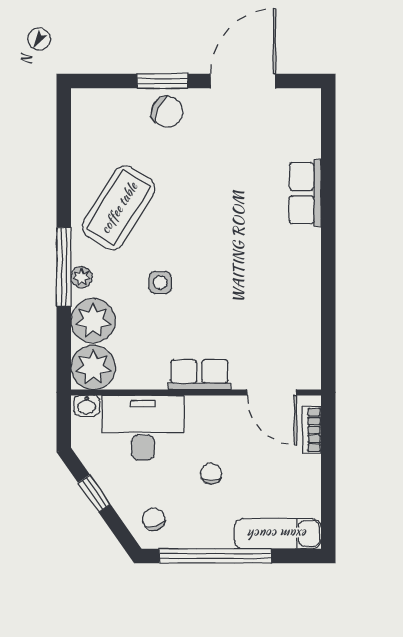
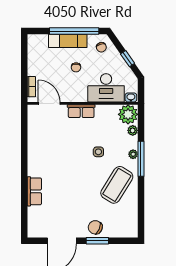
plant: (93, 321) -> (133, 130), width x0.53, depth x0.53
exam couch: (278, 534) -> (68, 41), moved

